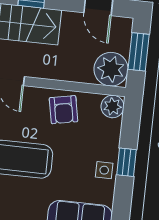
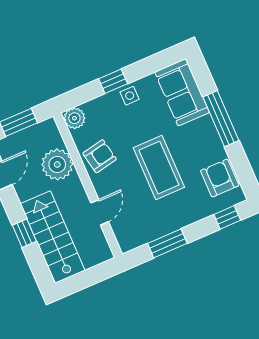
plant: (111, 69) -> (57, 164), moved

